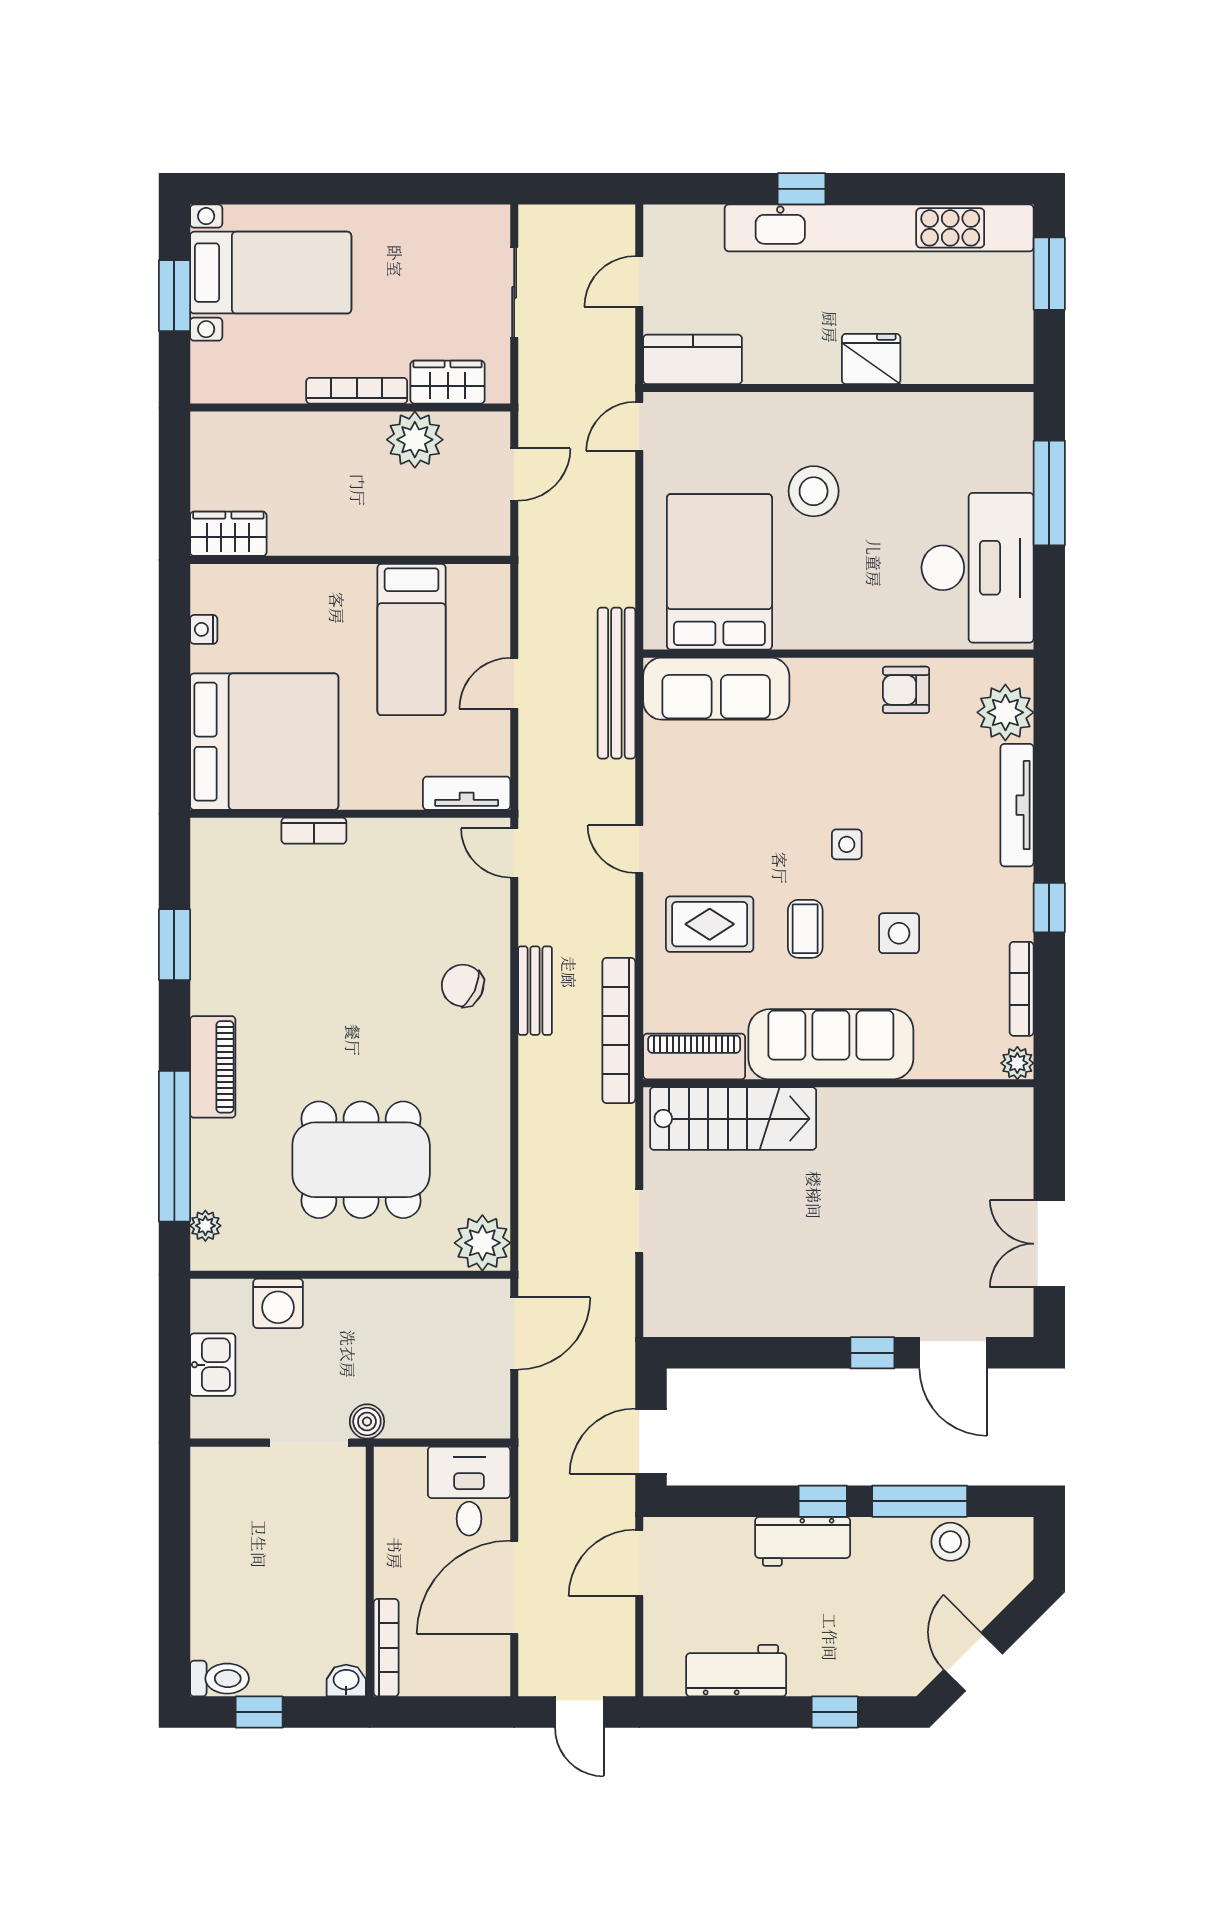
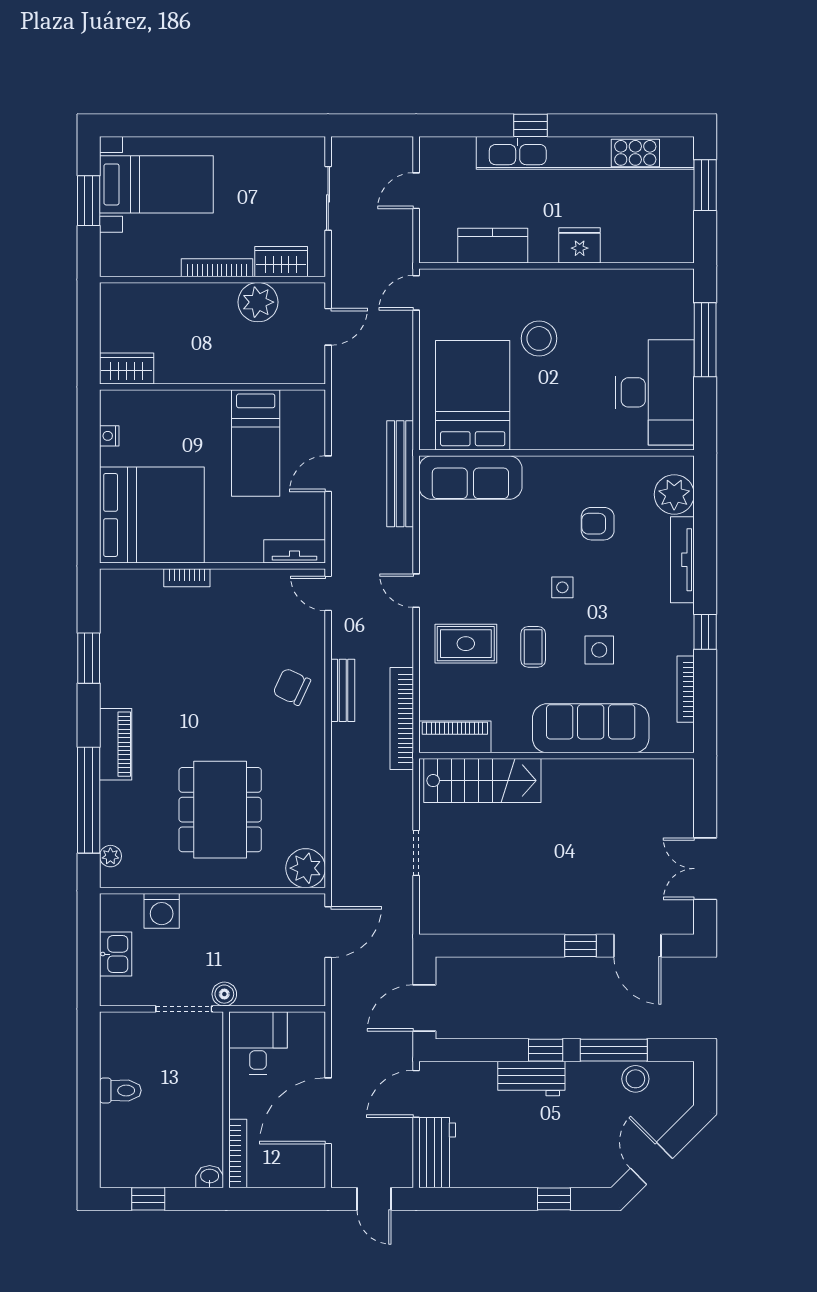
kitchen counter: (693, 359) -> (493, 246), moved
armchair: (906, 690) -> (598, 524), moved
sofa: (831, 1044) -> (591, 728), moved
plant: (1017, 1063) -> (683, 741), removed
dining table: (361, 1160) -> (220, 810), turned 90
desk: (469, 1491) -> (258, 1043), moved
workbench: (736, 1671) -> (437, 1153), moved, turned 90
toilet: (219, 1679) -> (120, 1090), moved

